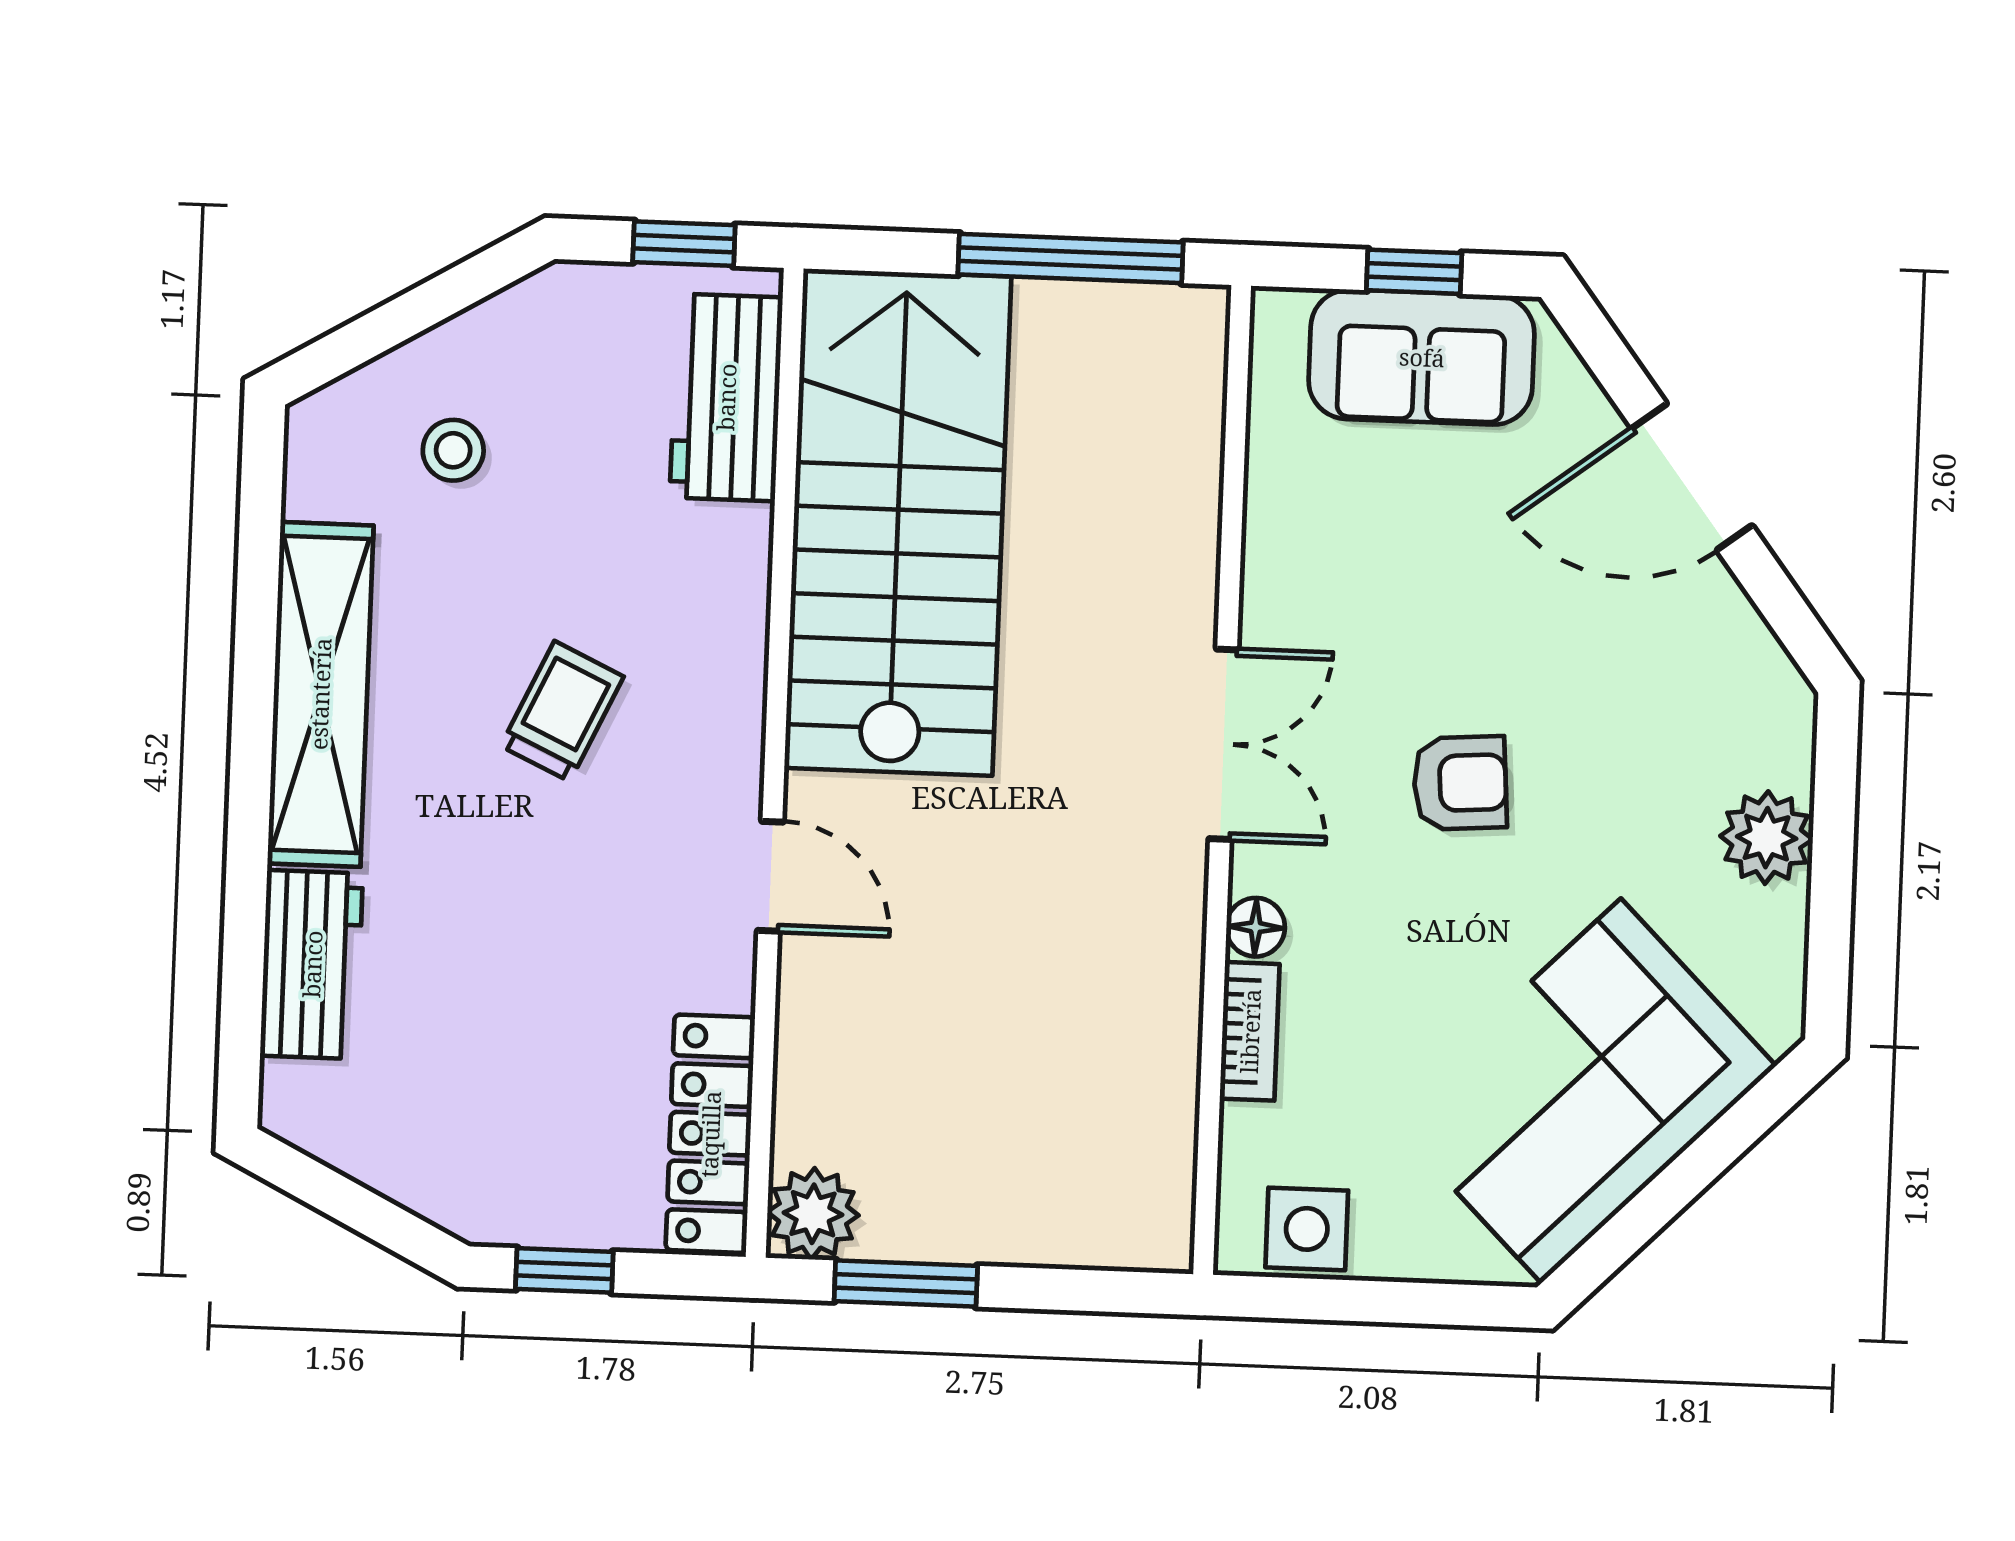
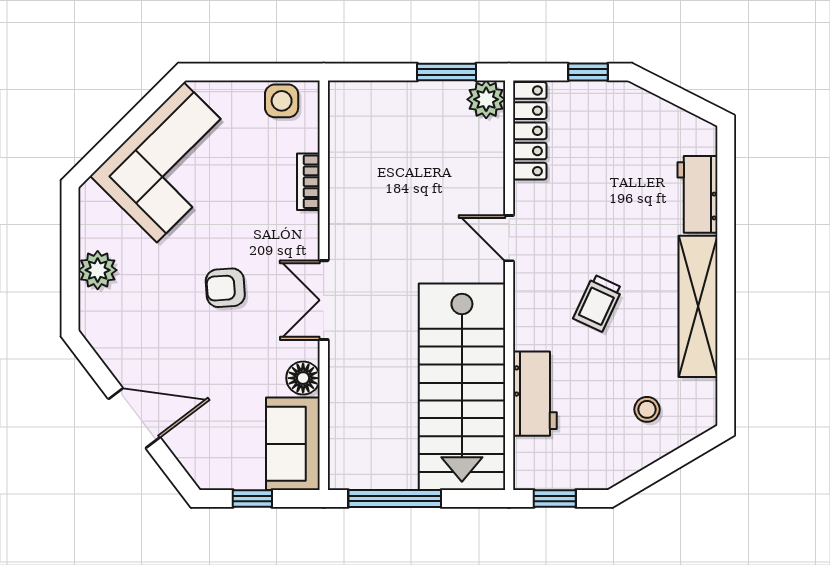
sofa: (1422, 357) -> (293, 444), moved, turned -90
workbench: (726, 397) -> (535, 394), moved
floor lamp: (1256, 927) -> (303, 378), moved, width x1.37, depth x1.37

